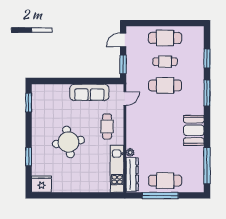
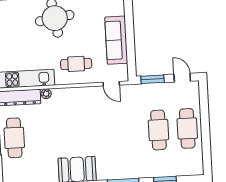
cafe table: (165, 62) -> (158, 130), width x1.37, depth x1.35
cafe table: (165, 86) -> (130, 132), removed

